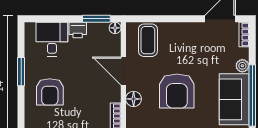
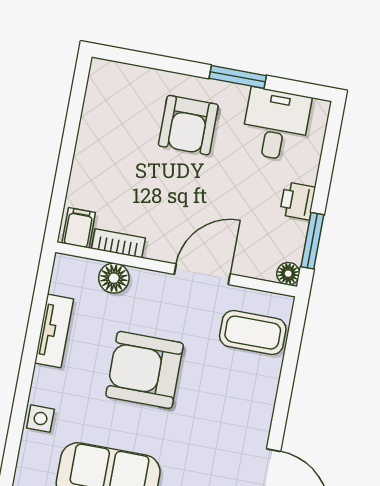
desk: (52, 39) -> (276, 125), moved, turned -90
armchair: (50, 92) -> (188, 125), turned -90
floor lamp: (134, 99) -> (114, 278), moved

